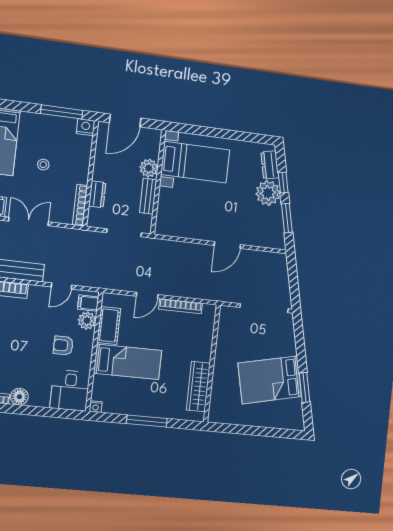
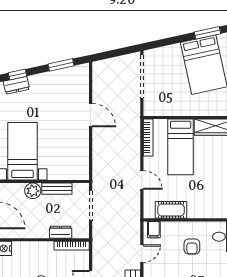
window: (283, 183) -> (17, 74), moved
plant: (268, 193) -> (41, 84), removed
door: (61, 286) -> (142, 254), hinge flipped
bookcase: (181, 306) -> (148, 138), moved
plant: (87, 321) -> (169, 229), removed
bed: (128, 362) -> (181, 147), moved, turned 180

